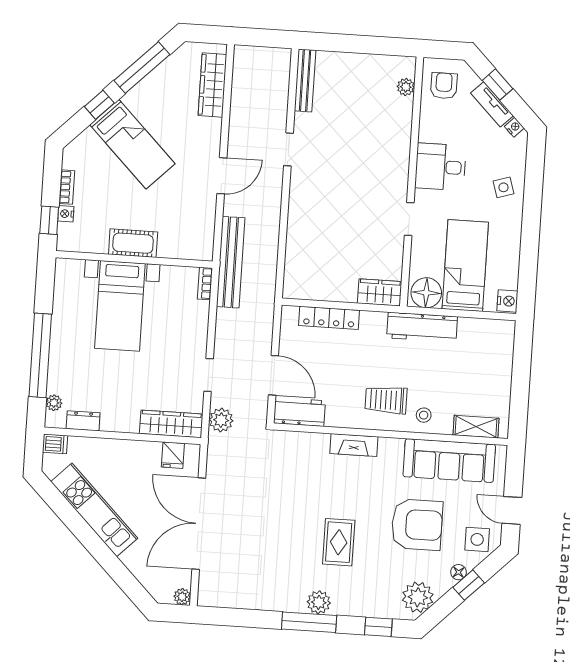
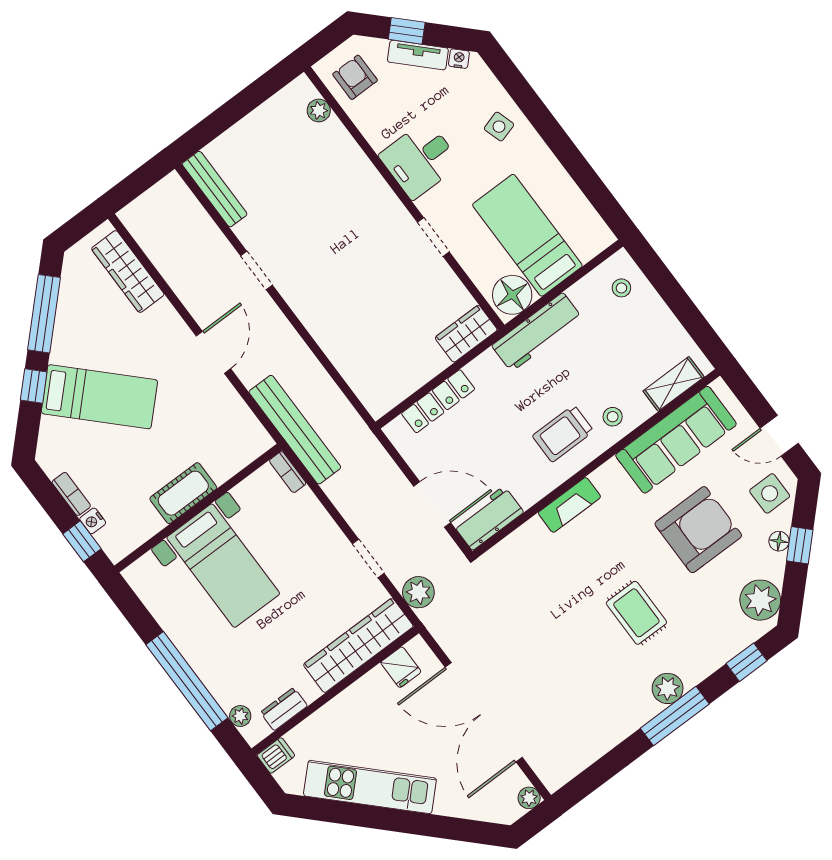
nightstand: (507, 301) -> (598, 235), removed
stool: (494, 344) -> (621, 288), added
wardrobe: (171, 424) -> (358, 645), width x1.40, depth x1.17

